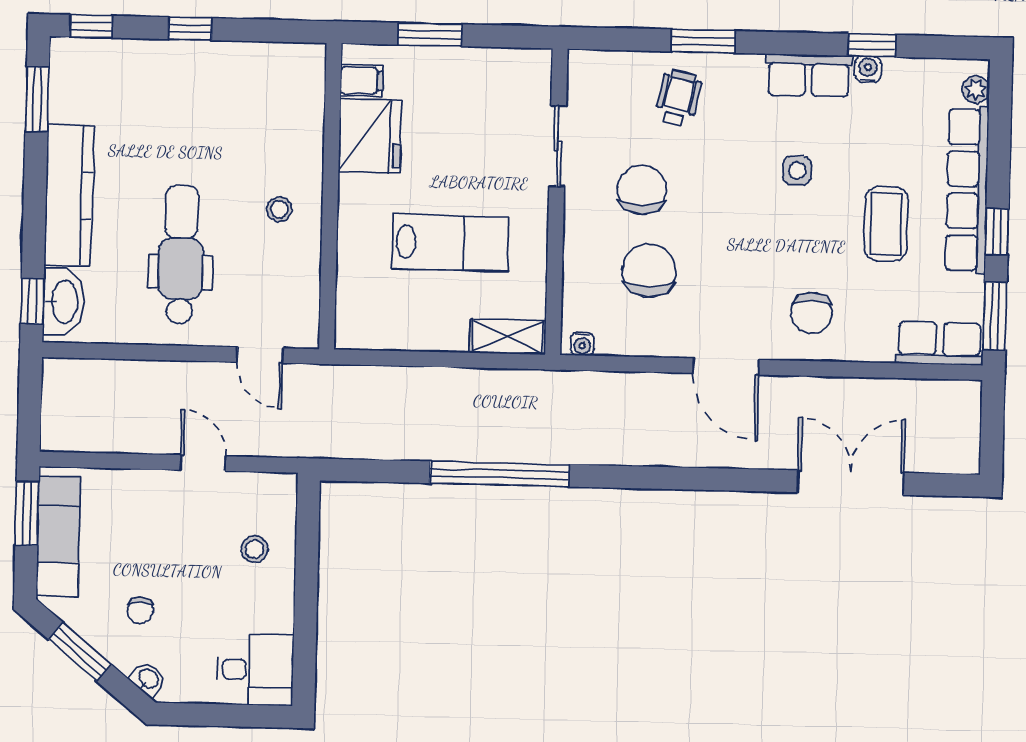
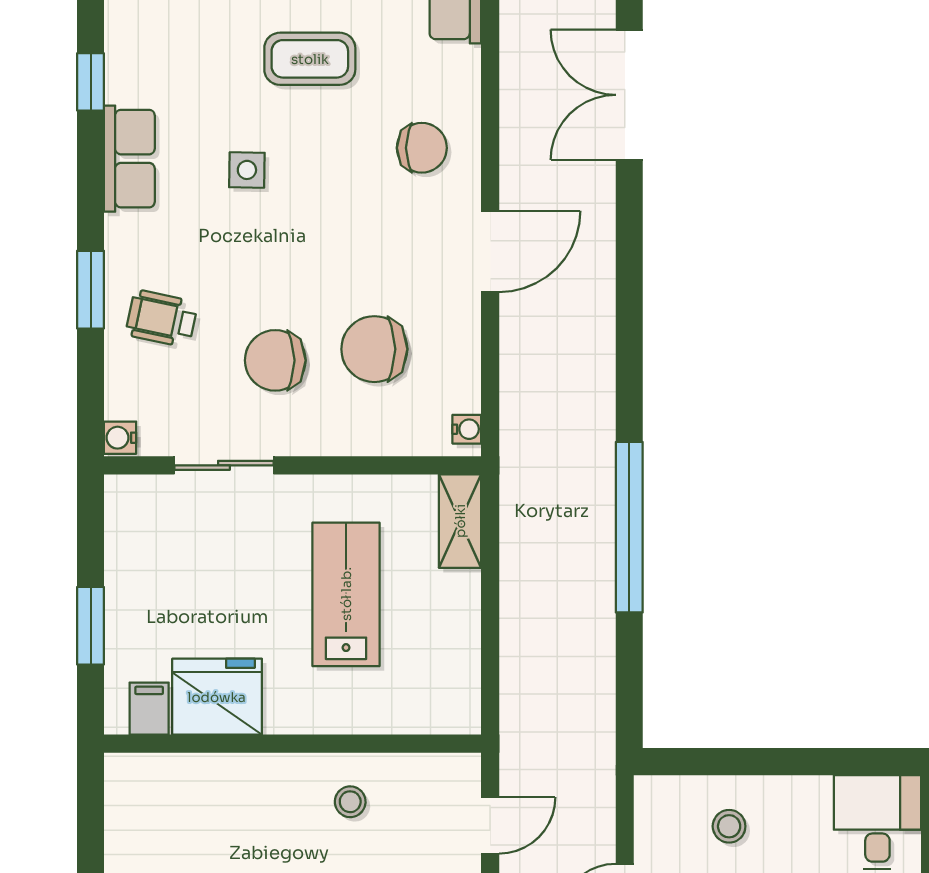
water cooler: (868, 69) -> (120, 438), moved
stool: (279, 209) -> (350, 802), moved

